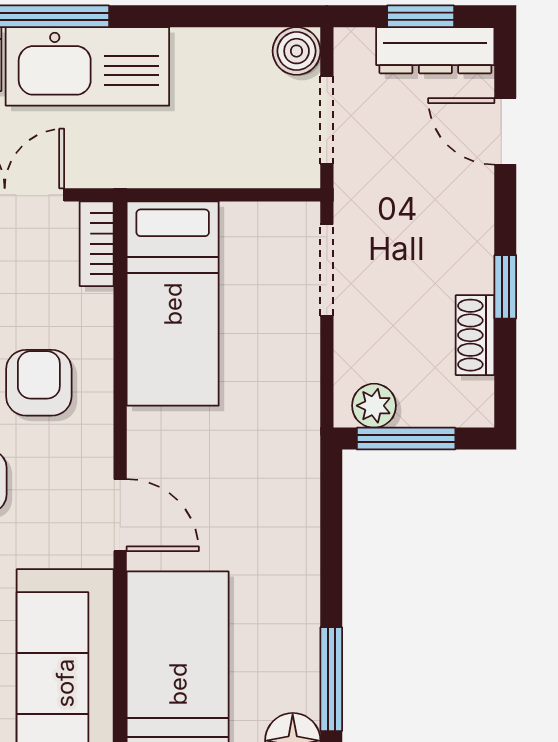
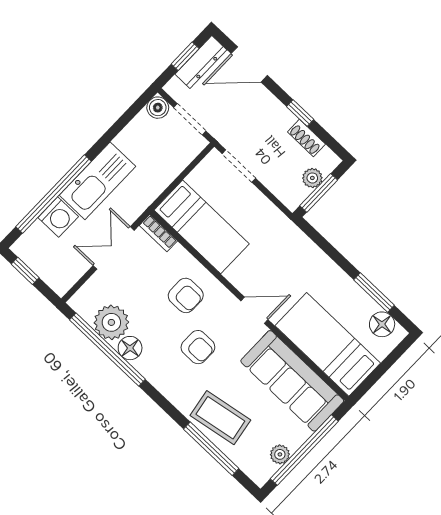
door: (505, 131) -> (249, 64), width x1.38
armchair: (39, 383) -> (186, 295), turned 180
plant: (374, 406) -> (312, 178), moved

